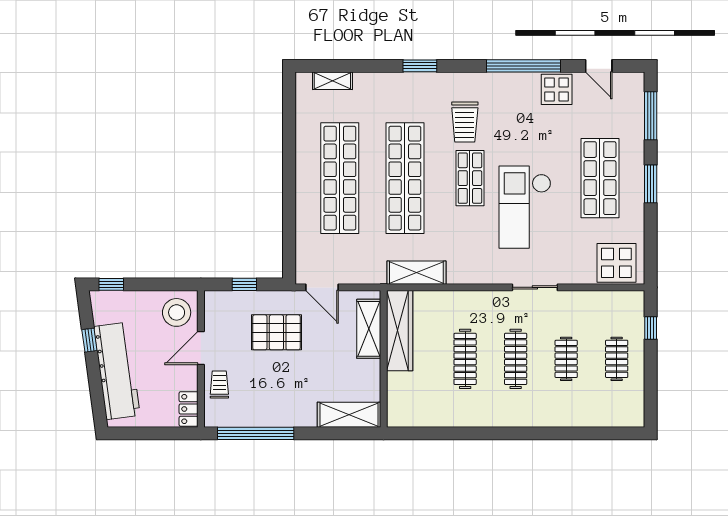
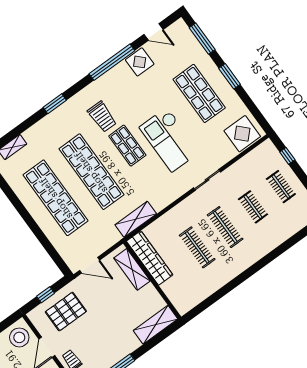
pallet: (276, 332) -> (66, 312), moved

